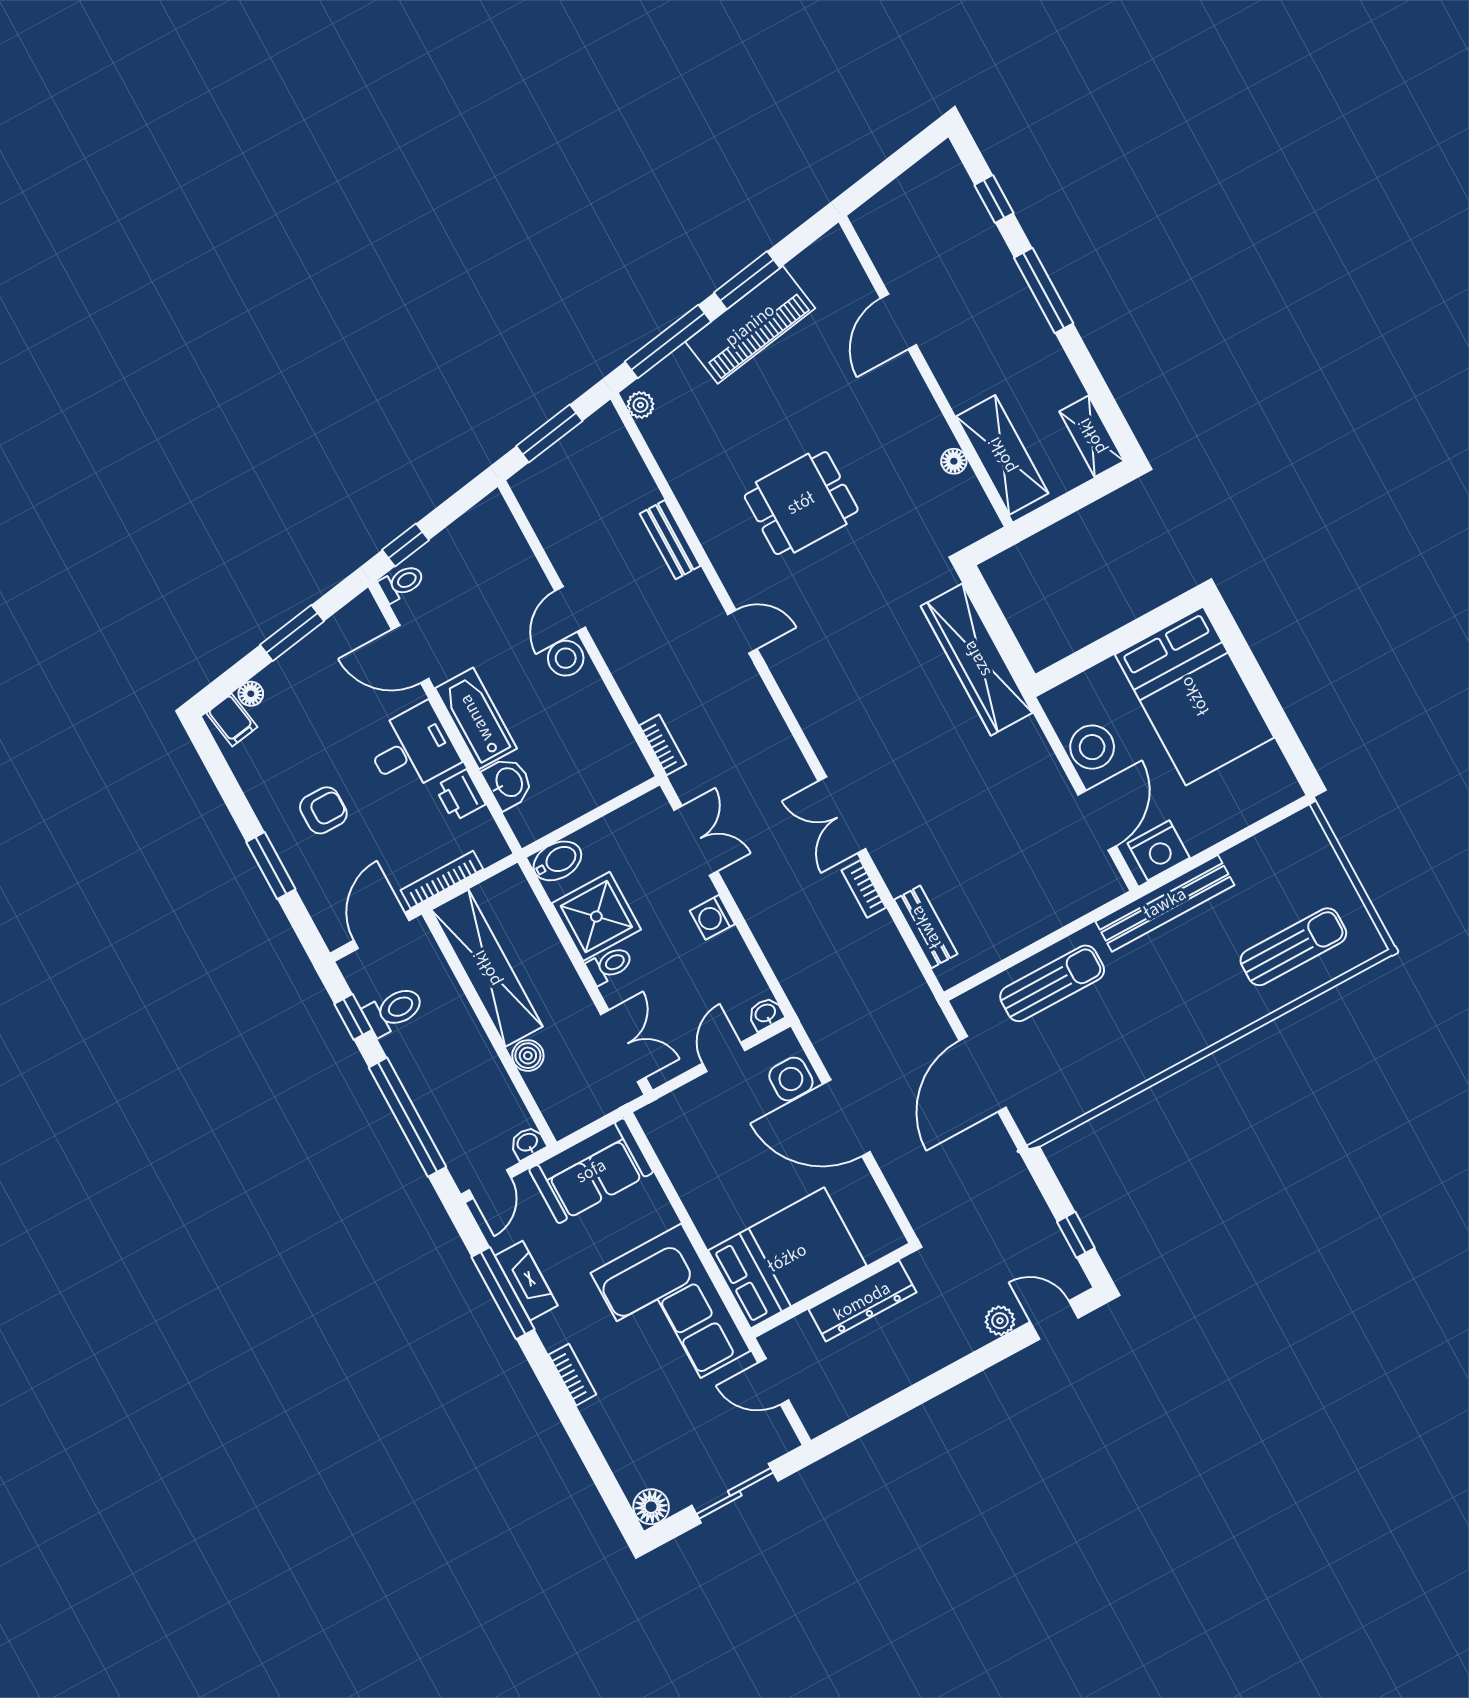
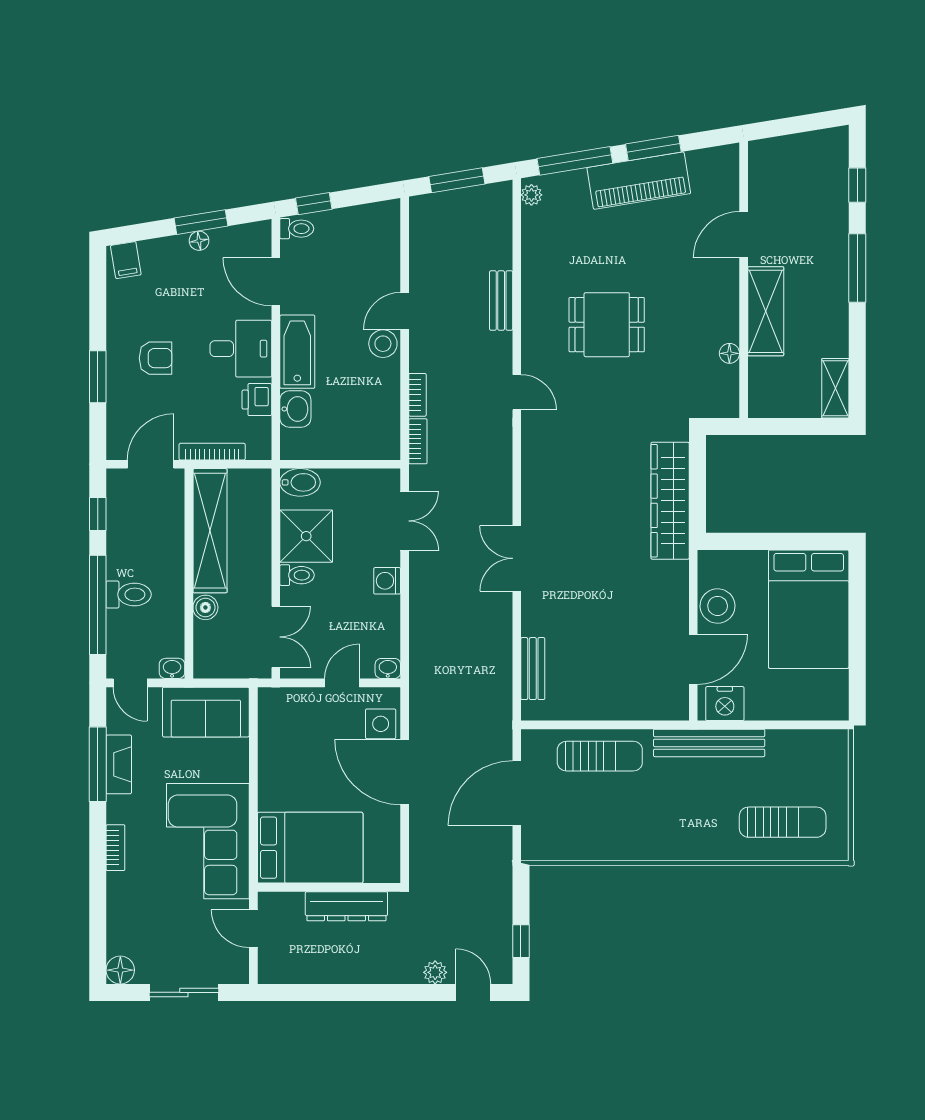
shelving: (1002, 455) -> (766, 311), moved
floor lamp: (251, 694) -> (199, 241), moved
bookcase: (864, 889) -> (417, 395), moved, turned 180
toilet: (394, 1010) -> (129, 594), moved
door: (490, 1184) -> (130, 683), hinge flipped

